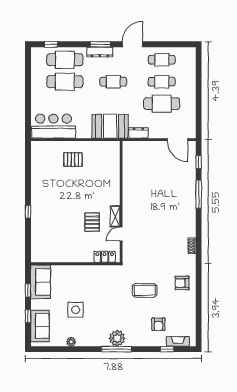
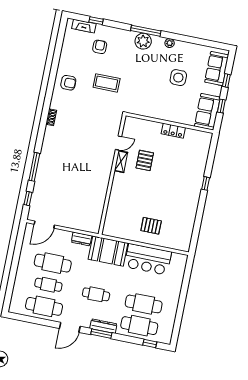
cafe table: (162, 60) -> (44, 306), width x1.37, depth x1.35
bar counter: (53, 126) -> (148, 259), moved
door: (178, 140) -> (44, 225), swing flipped
locker: (105, 257) -> (173, 131), moved
plant: (71, 342) -> (170, 43), moved

